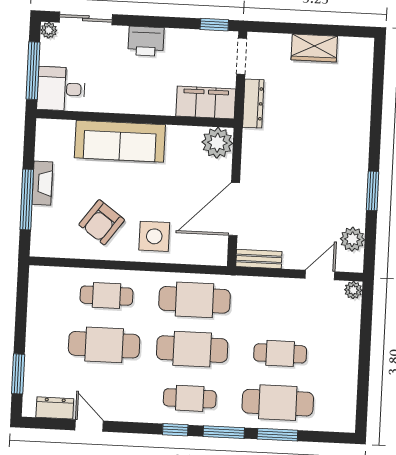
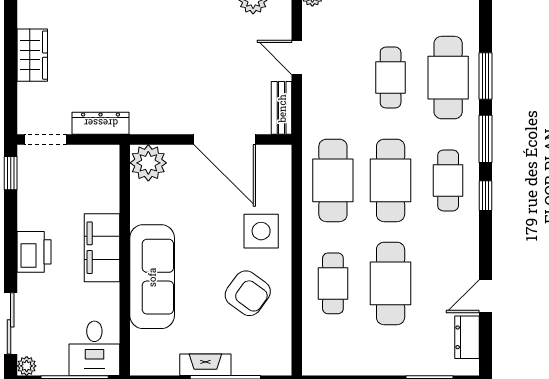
filing cabinet: (206, 103) -> (102, 248), moved
door: (320, 275) -> (297, 57), moved

